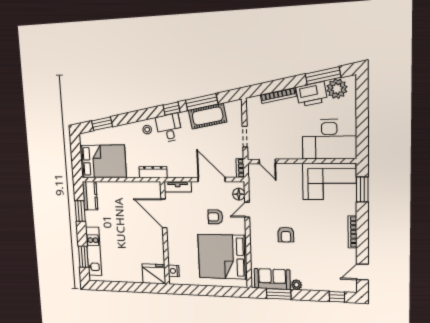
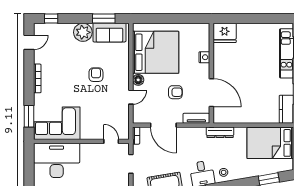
floor lamp: (239, 194) -> (138, 80), moved
armchair: (215, 217) -> (175, 92), moved
nightstand: (174, 271) -> (204, 57), moved
plant: (296, 285) -> (83, 32), width x1.88, depth x1.88

